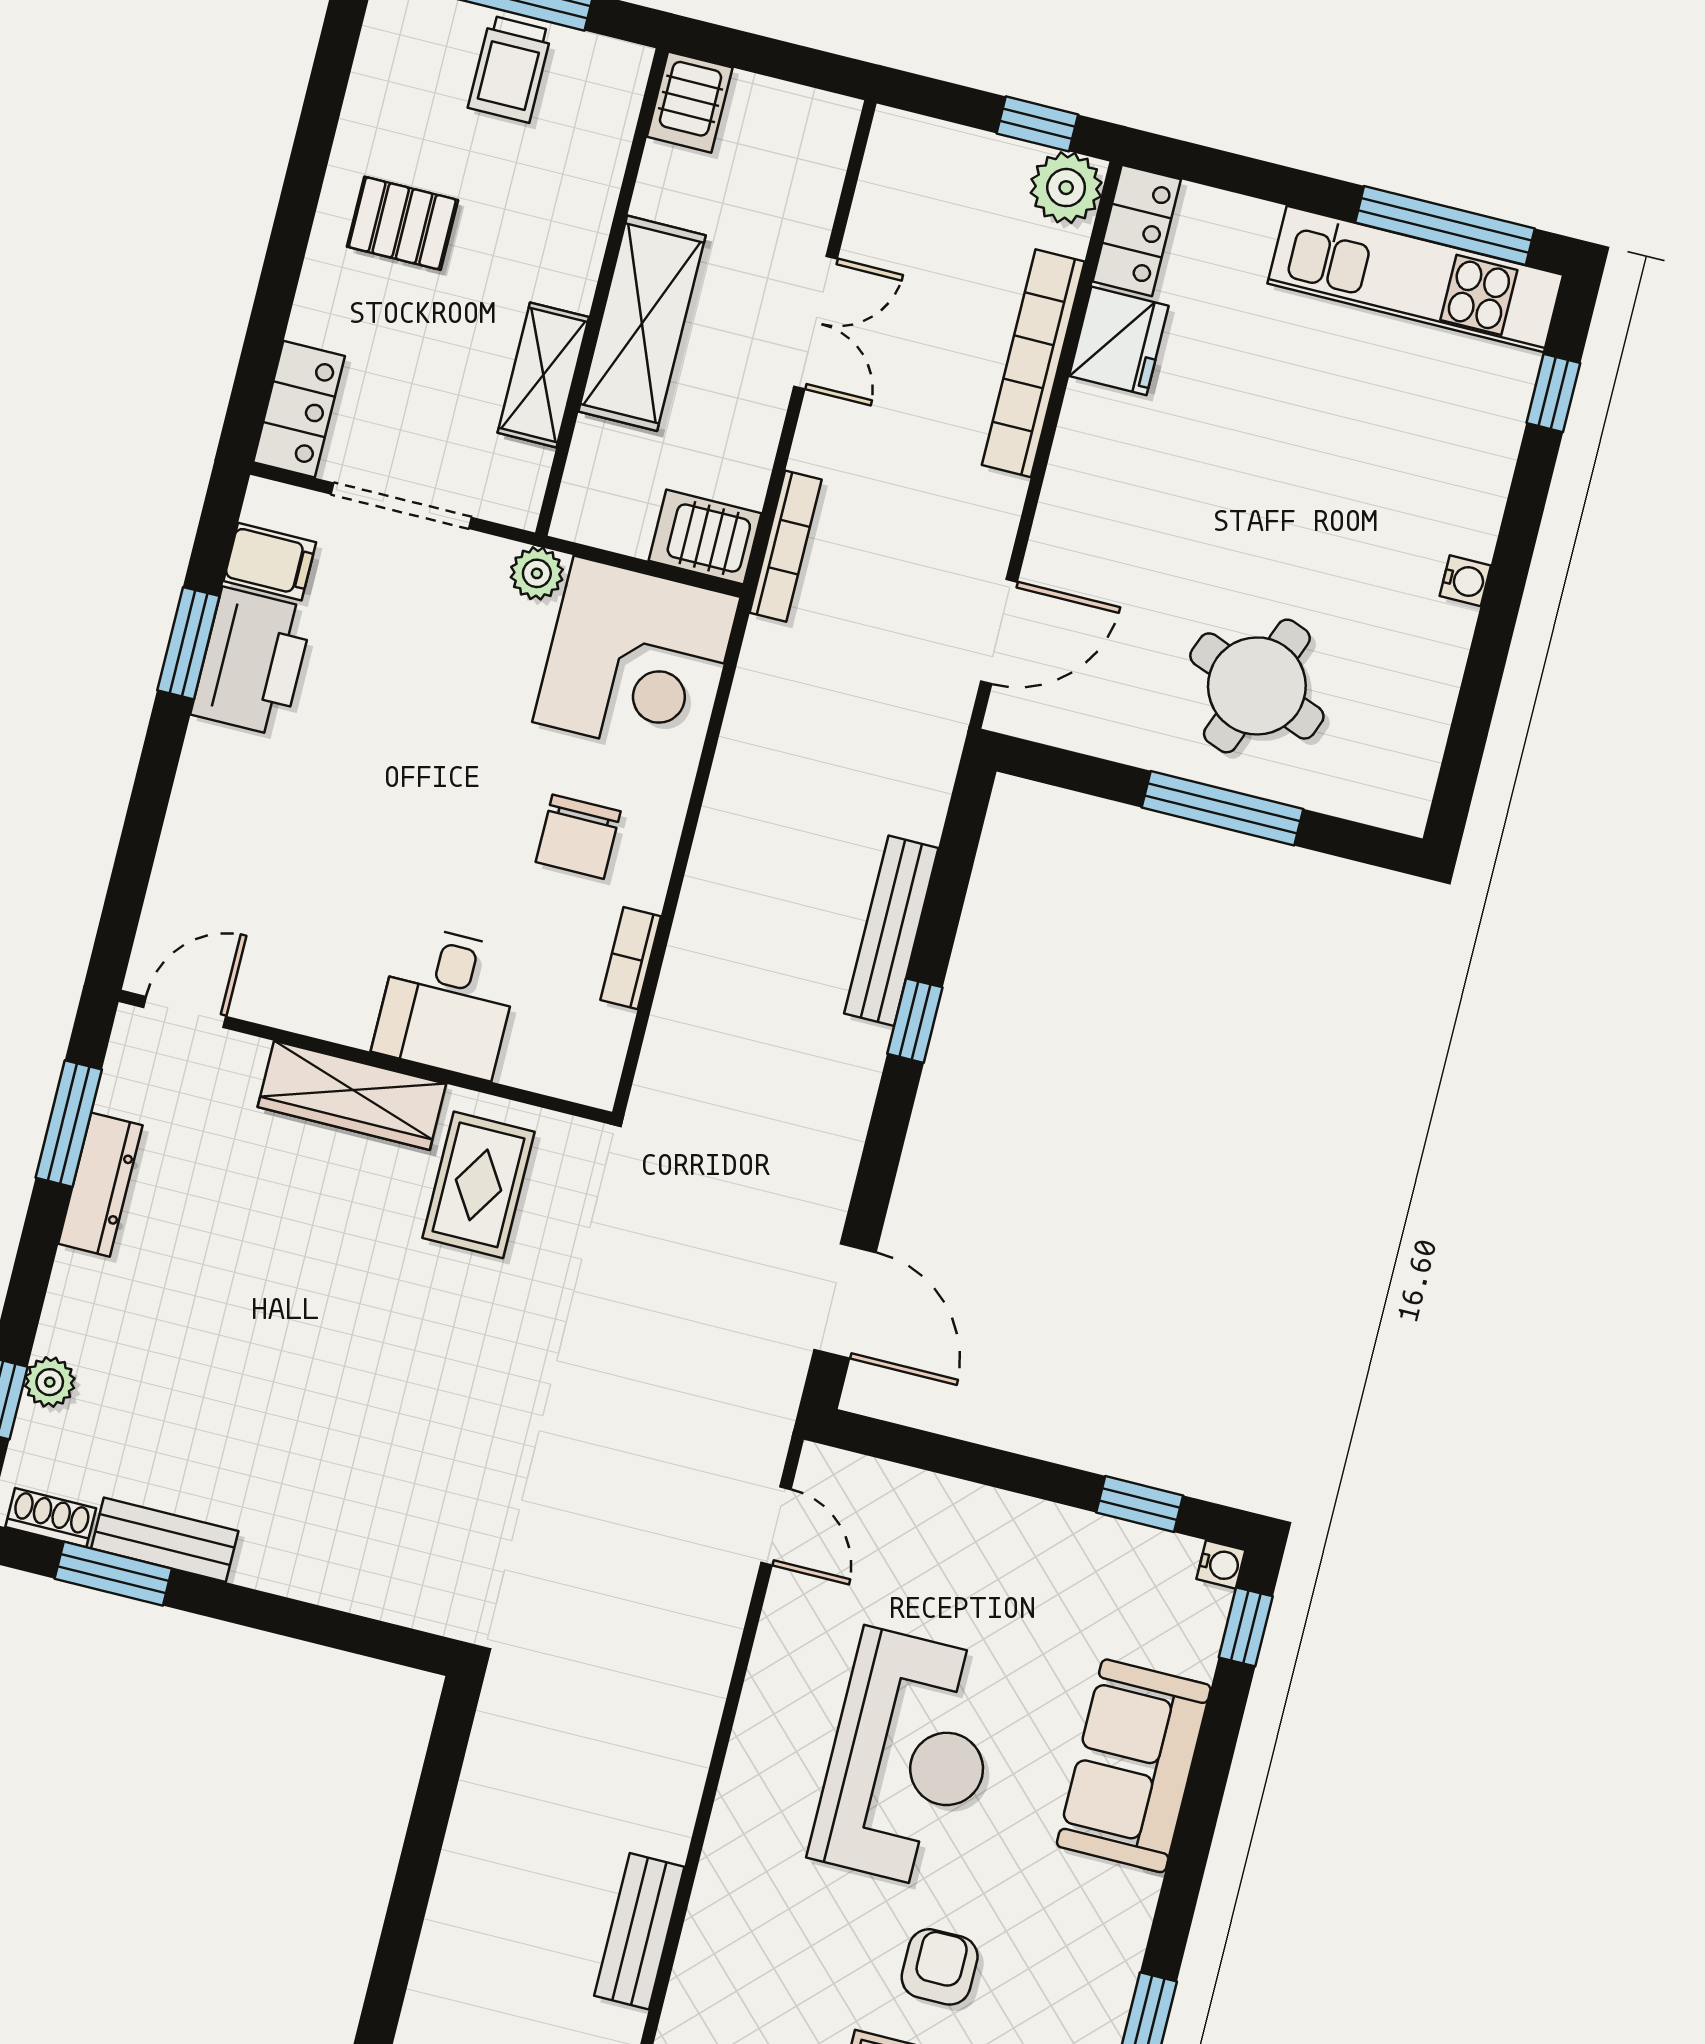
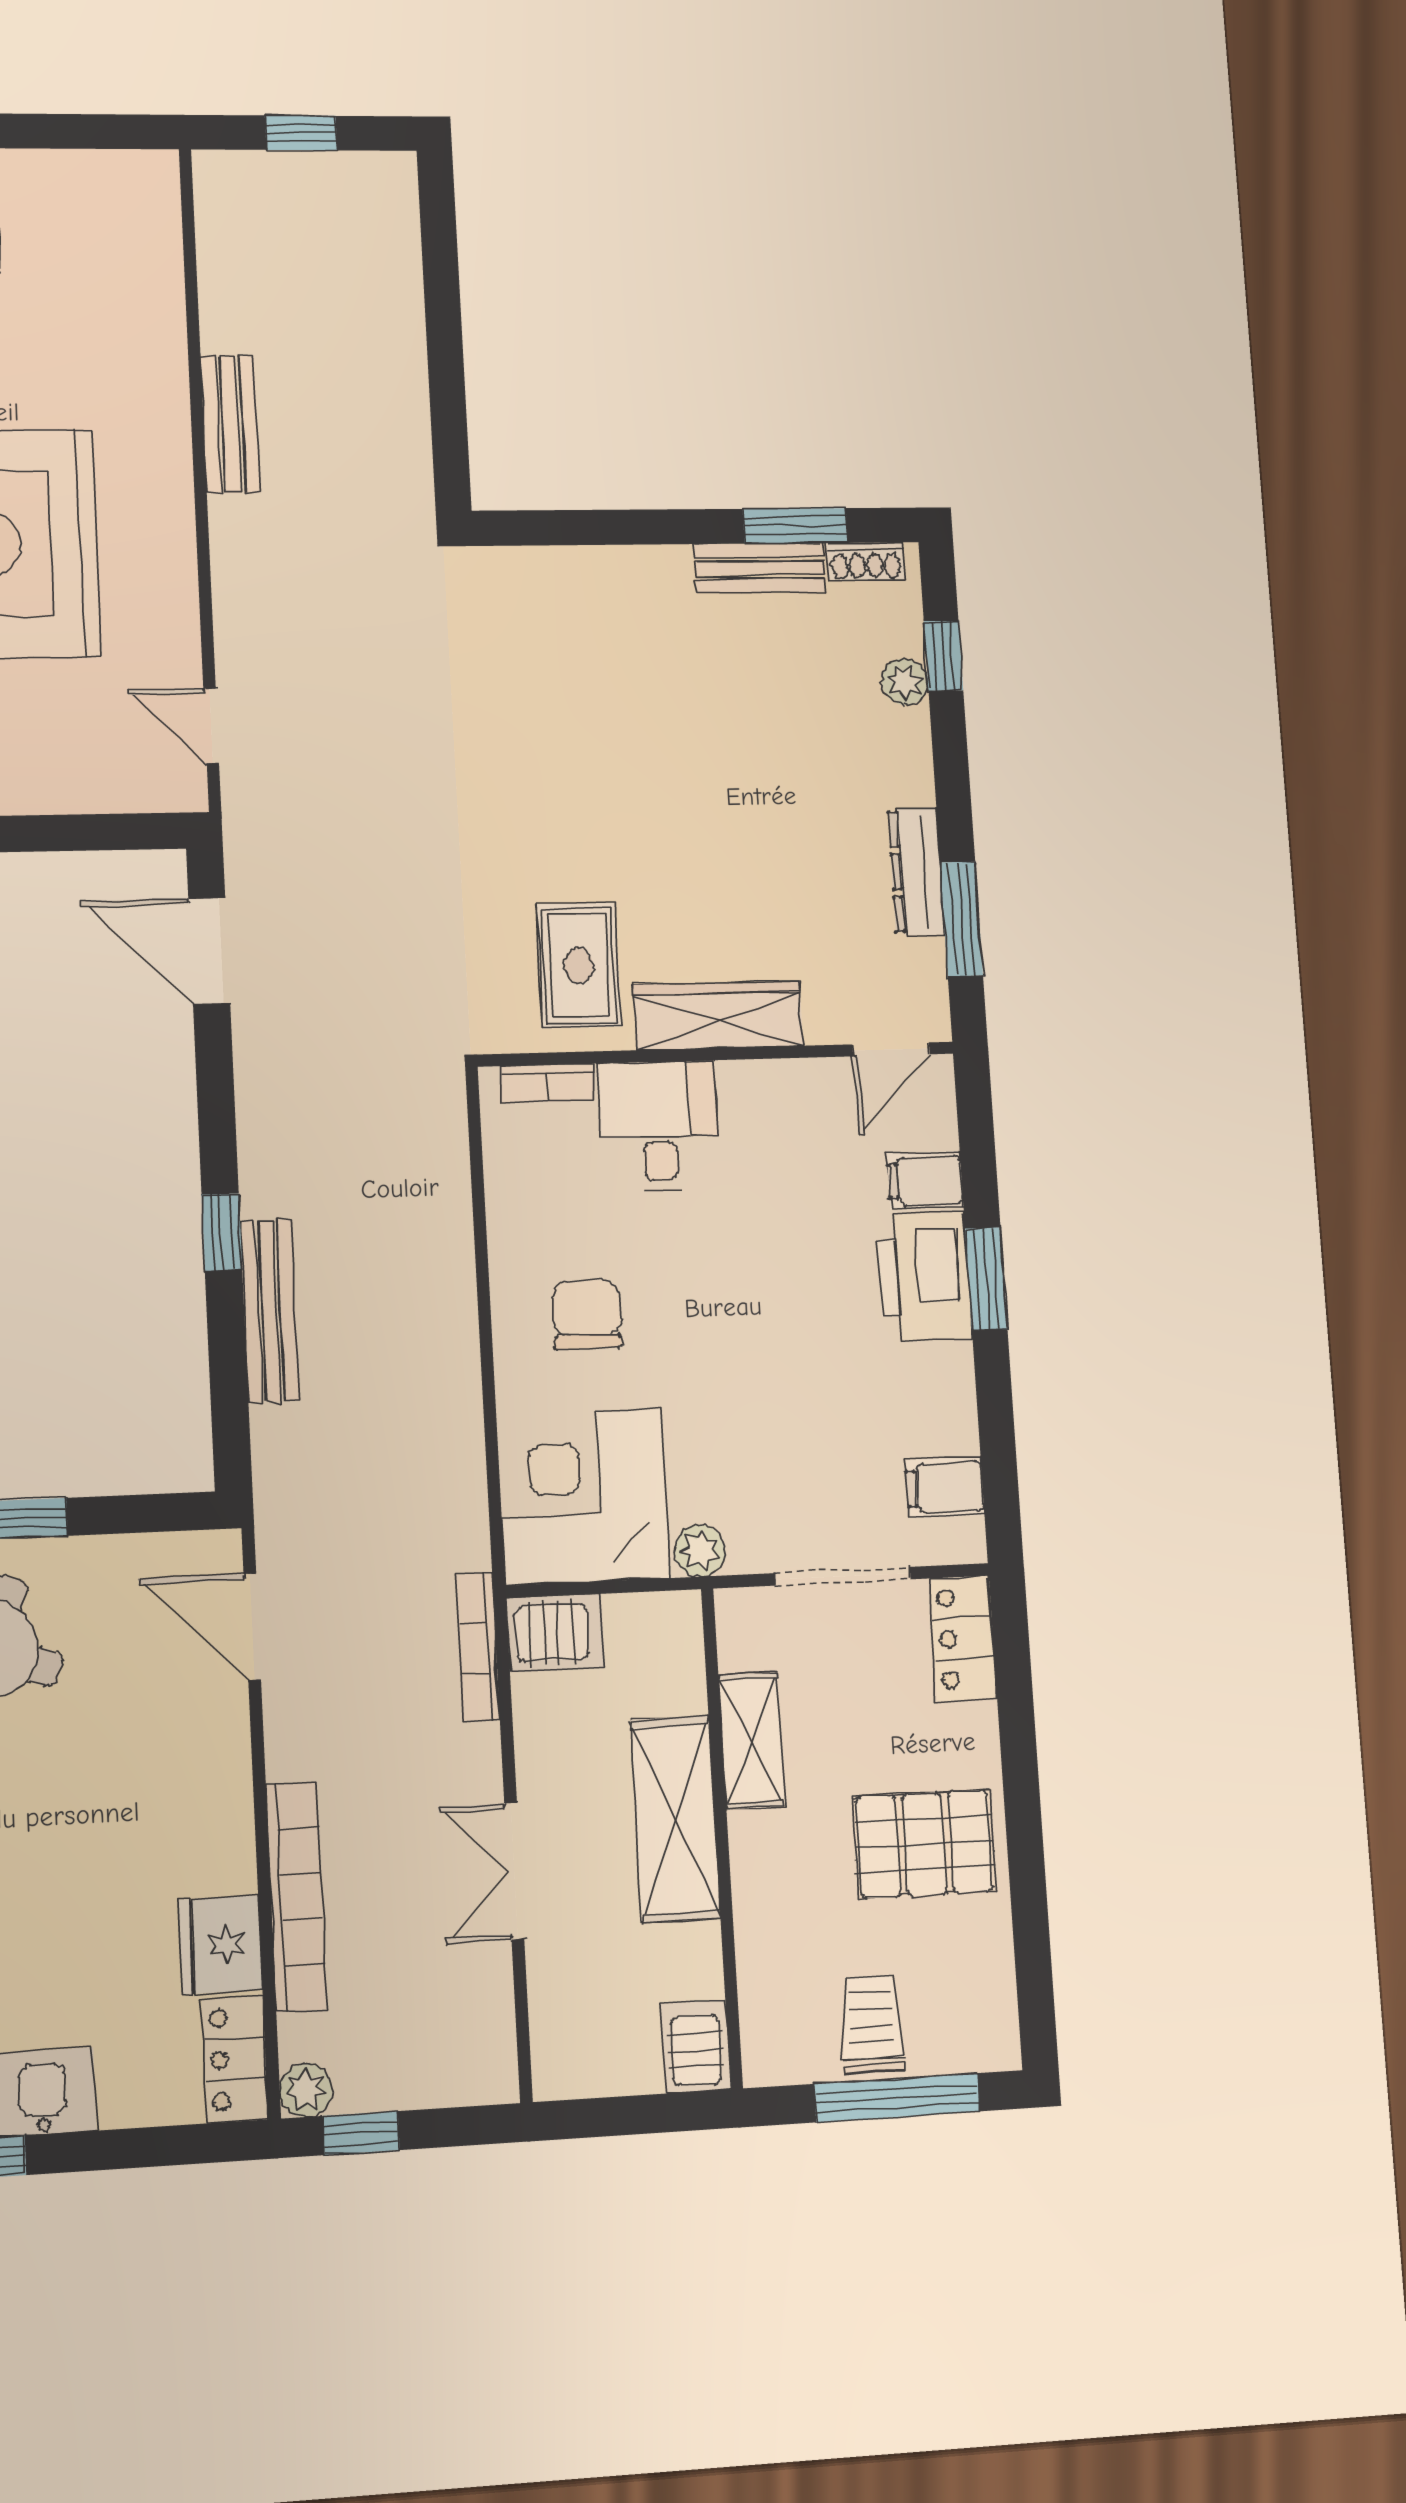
plant: (1066, 188) -> (306, 2090), width x0.73, depth x0.73
pallet: (402, 223) -> (924, 1844), width x1.50, depth x1.42
door: (999, 631) -> (252, 1627), hinge flipped
window: (188, 643) -> (986, 1279), moved
printer: (252, 662) -> (924, 1277), moved
filing cabinet: (192, 871) -> (925, 1180), added
bookcase: (631, 958) -> (547, 1083), moved, turned 90
bench: (639, 1931) -> (230, 424), moved

